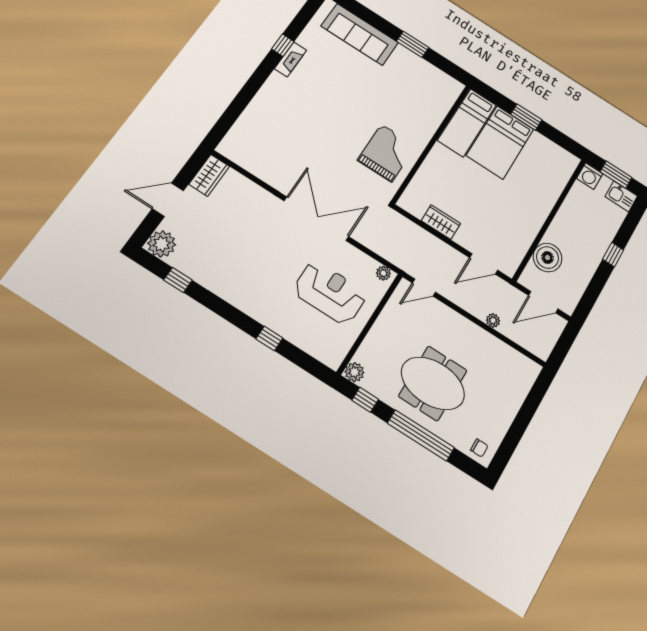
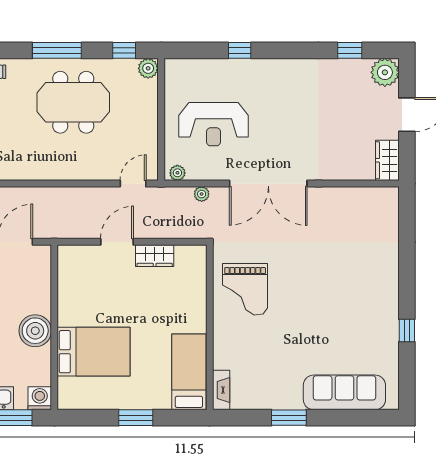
fireplace: (290, 59) -> (221, 390), moved, turned 180
bed: (500, 142) -> (93, 352), moved, turned 90
boiler: (548, 258) -> (35, 331), moved
door: (484, 264) -> (117, 242), moved
plant: (493, 320) -> (202, 194), moved
window: (421, 435) -> (57, 50), width x0.68

